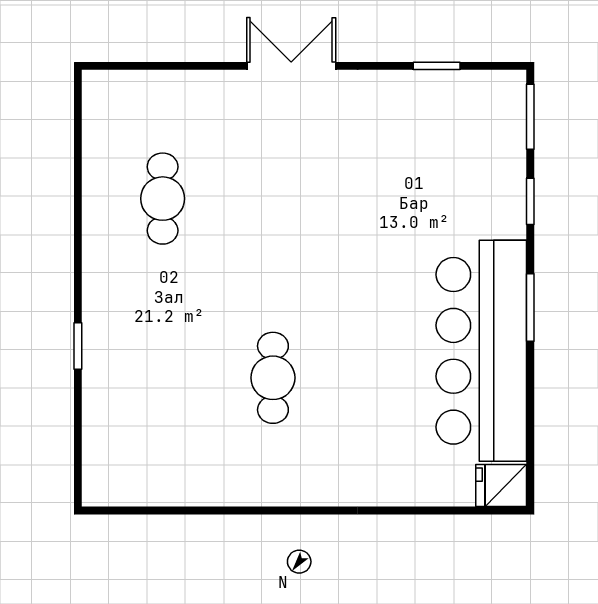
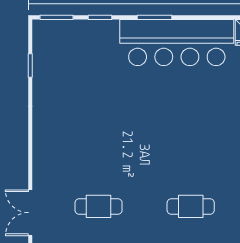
double door: (291, 66) -> (30, 213), moved
cafe table: (273, 378) -> (191, 206), moved

